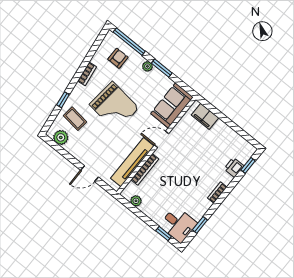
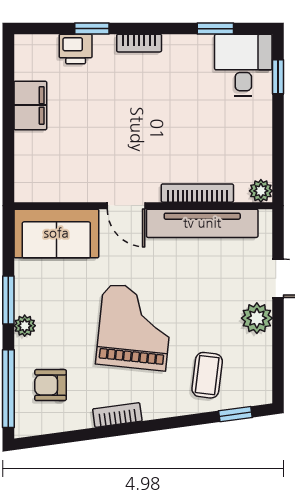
window: (63, 100) -> (235, 414), moved
filing cabinet: (205, 116) -> (30, 105), moved
plant: (61, 137) -> (257, 318), moved
window: (248, 165) -> (92, 29), moved
plant: (136, 201) -> (261, 191), moved

